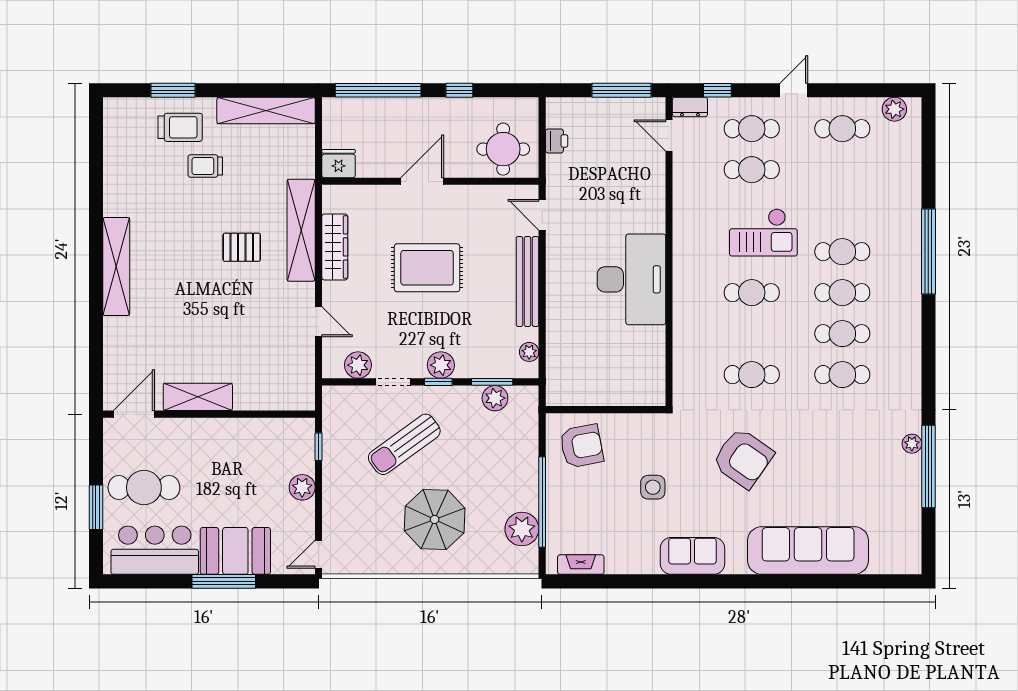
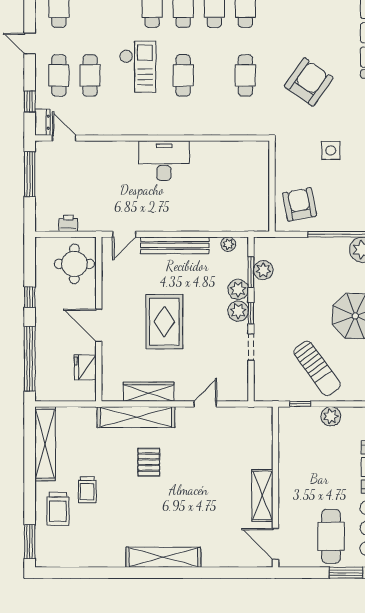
window: (173, 90) -> (30, 542), moved
trolley: (180, 127) -> (58, 509), turned 180
door: (669, 135) -> (64, 138), swing flipped
fridge: (339, 164) -> (85, 367), moved
desk: (631, 279) -> (164, 161), width x0.73, depth x0.77
plant: (358, 365) -> (238, 289), moved
sun lounger: (404, 444) -> (317, 368), moved

